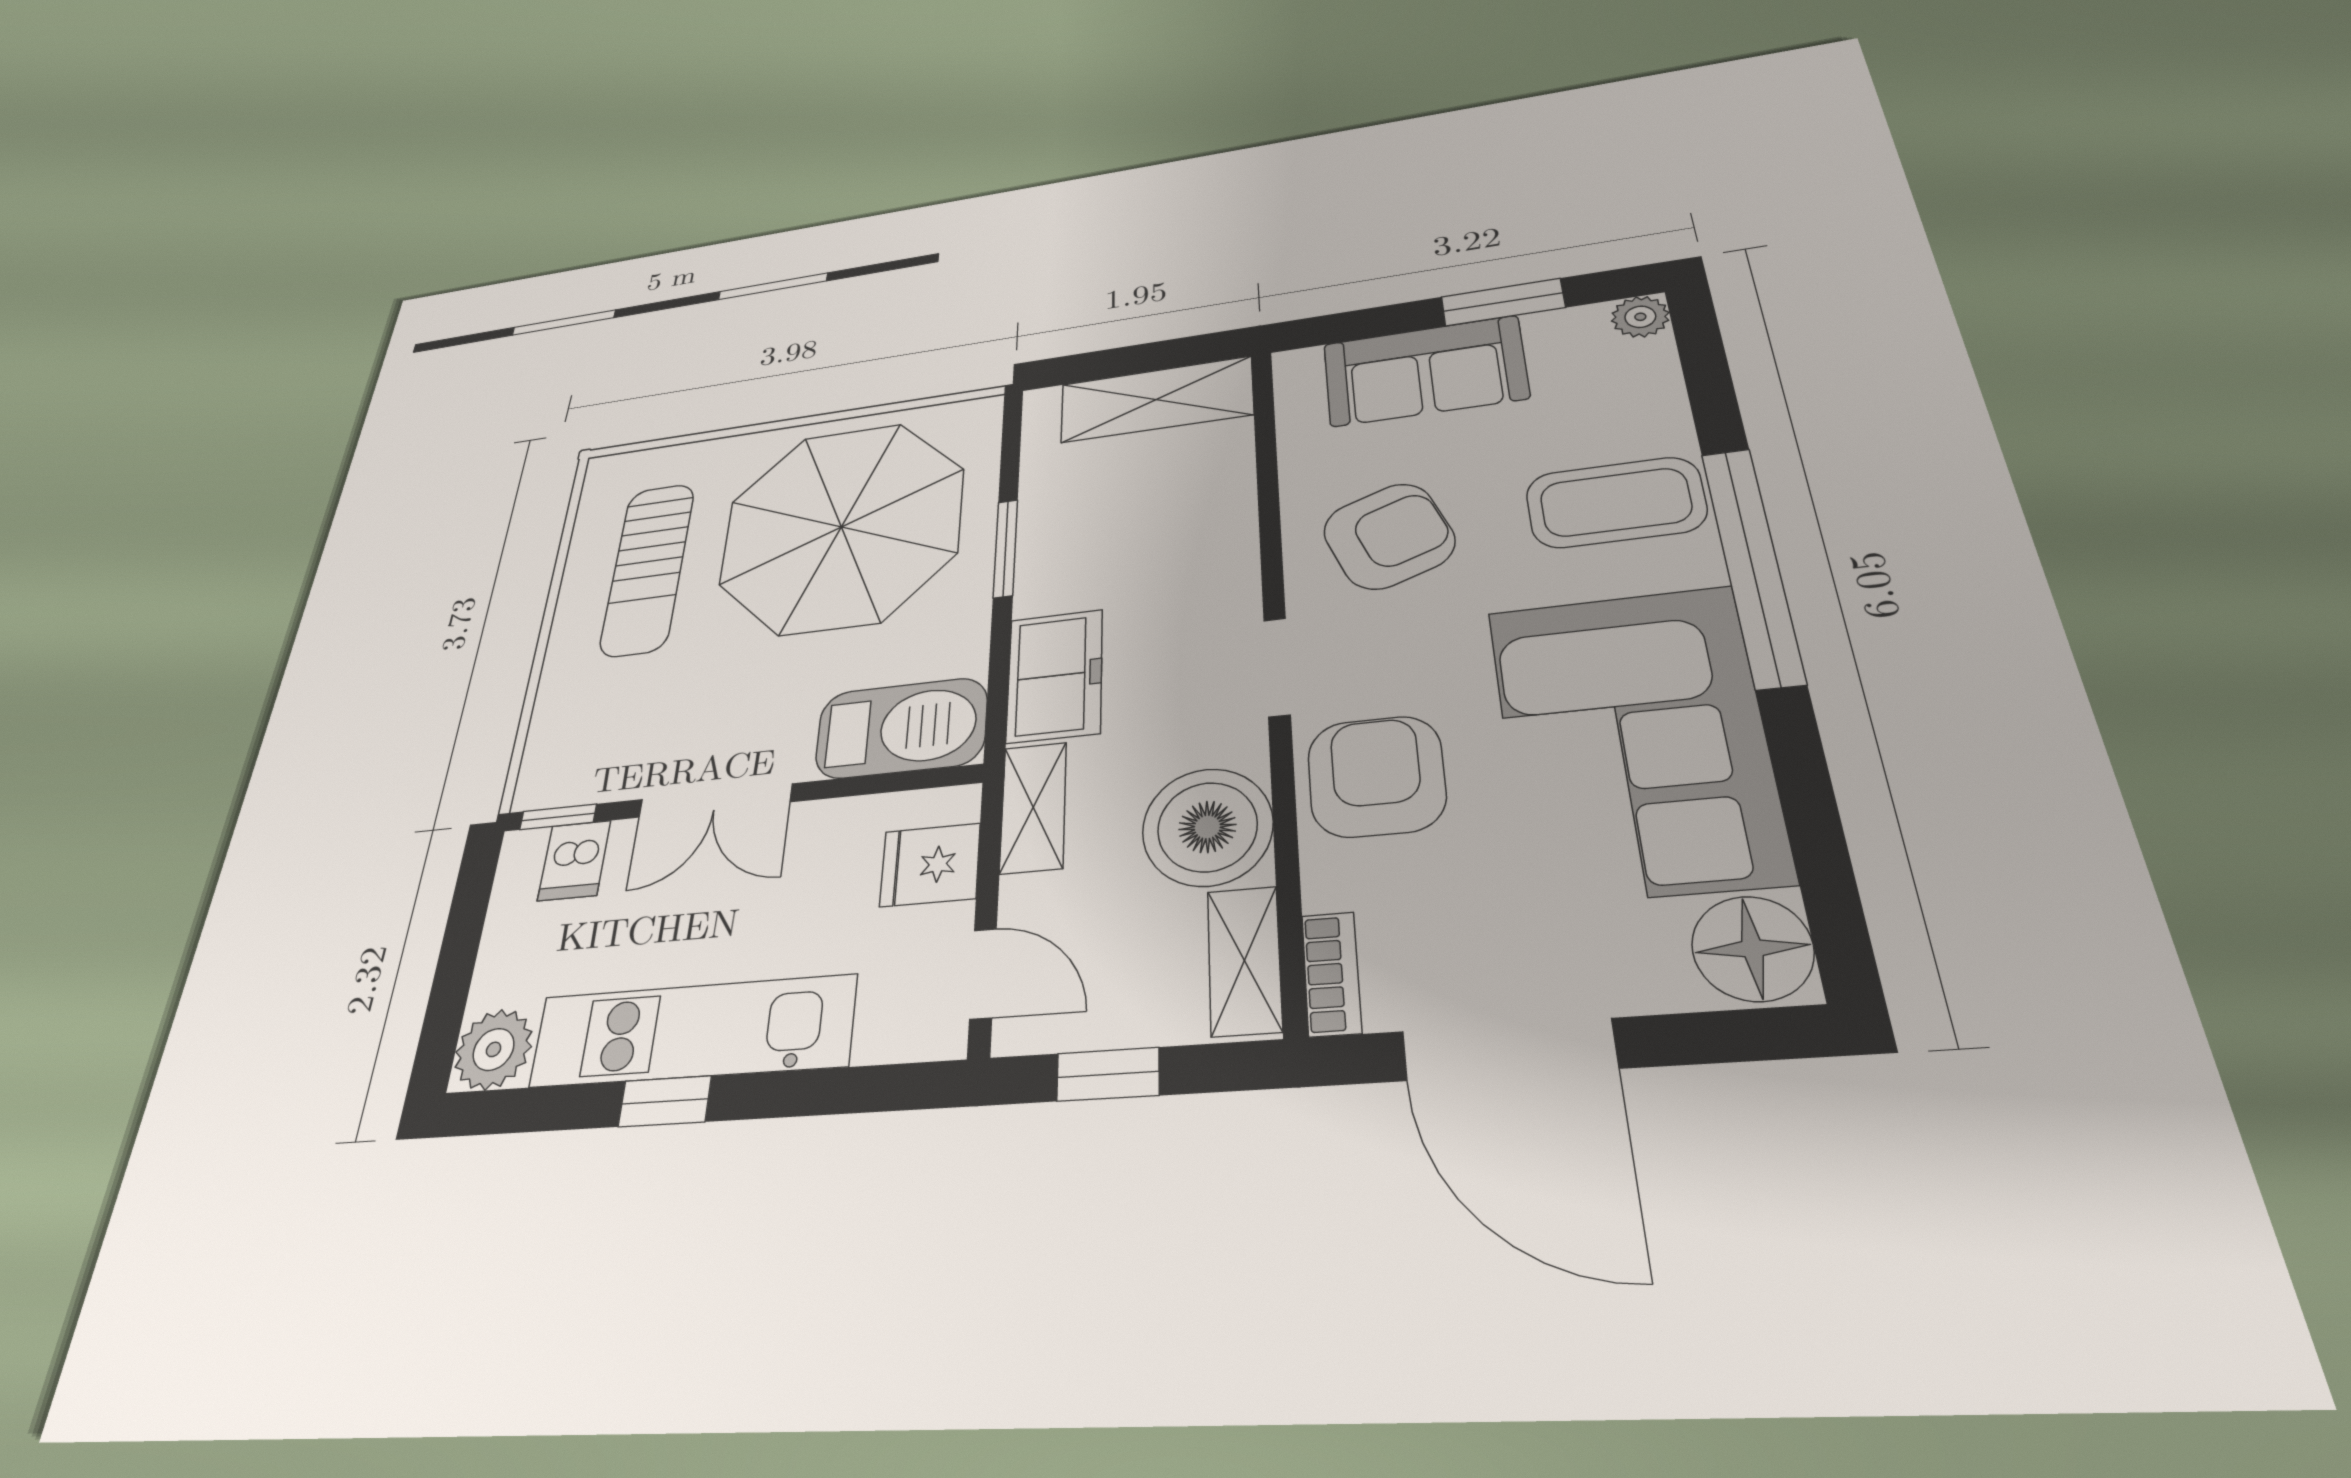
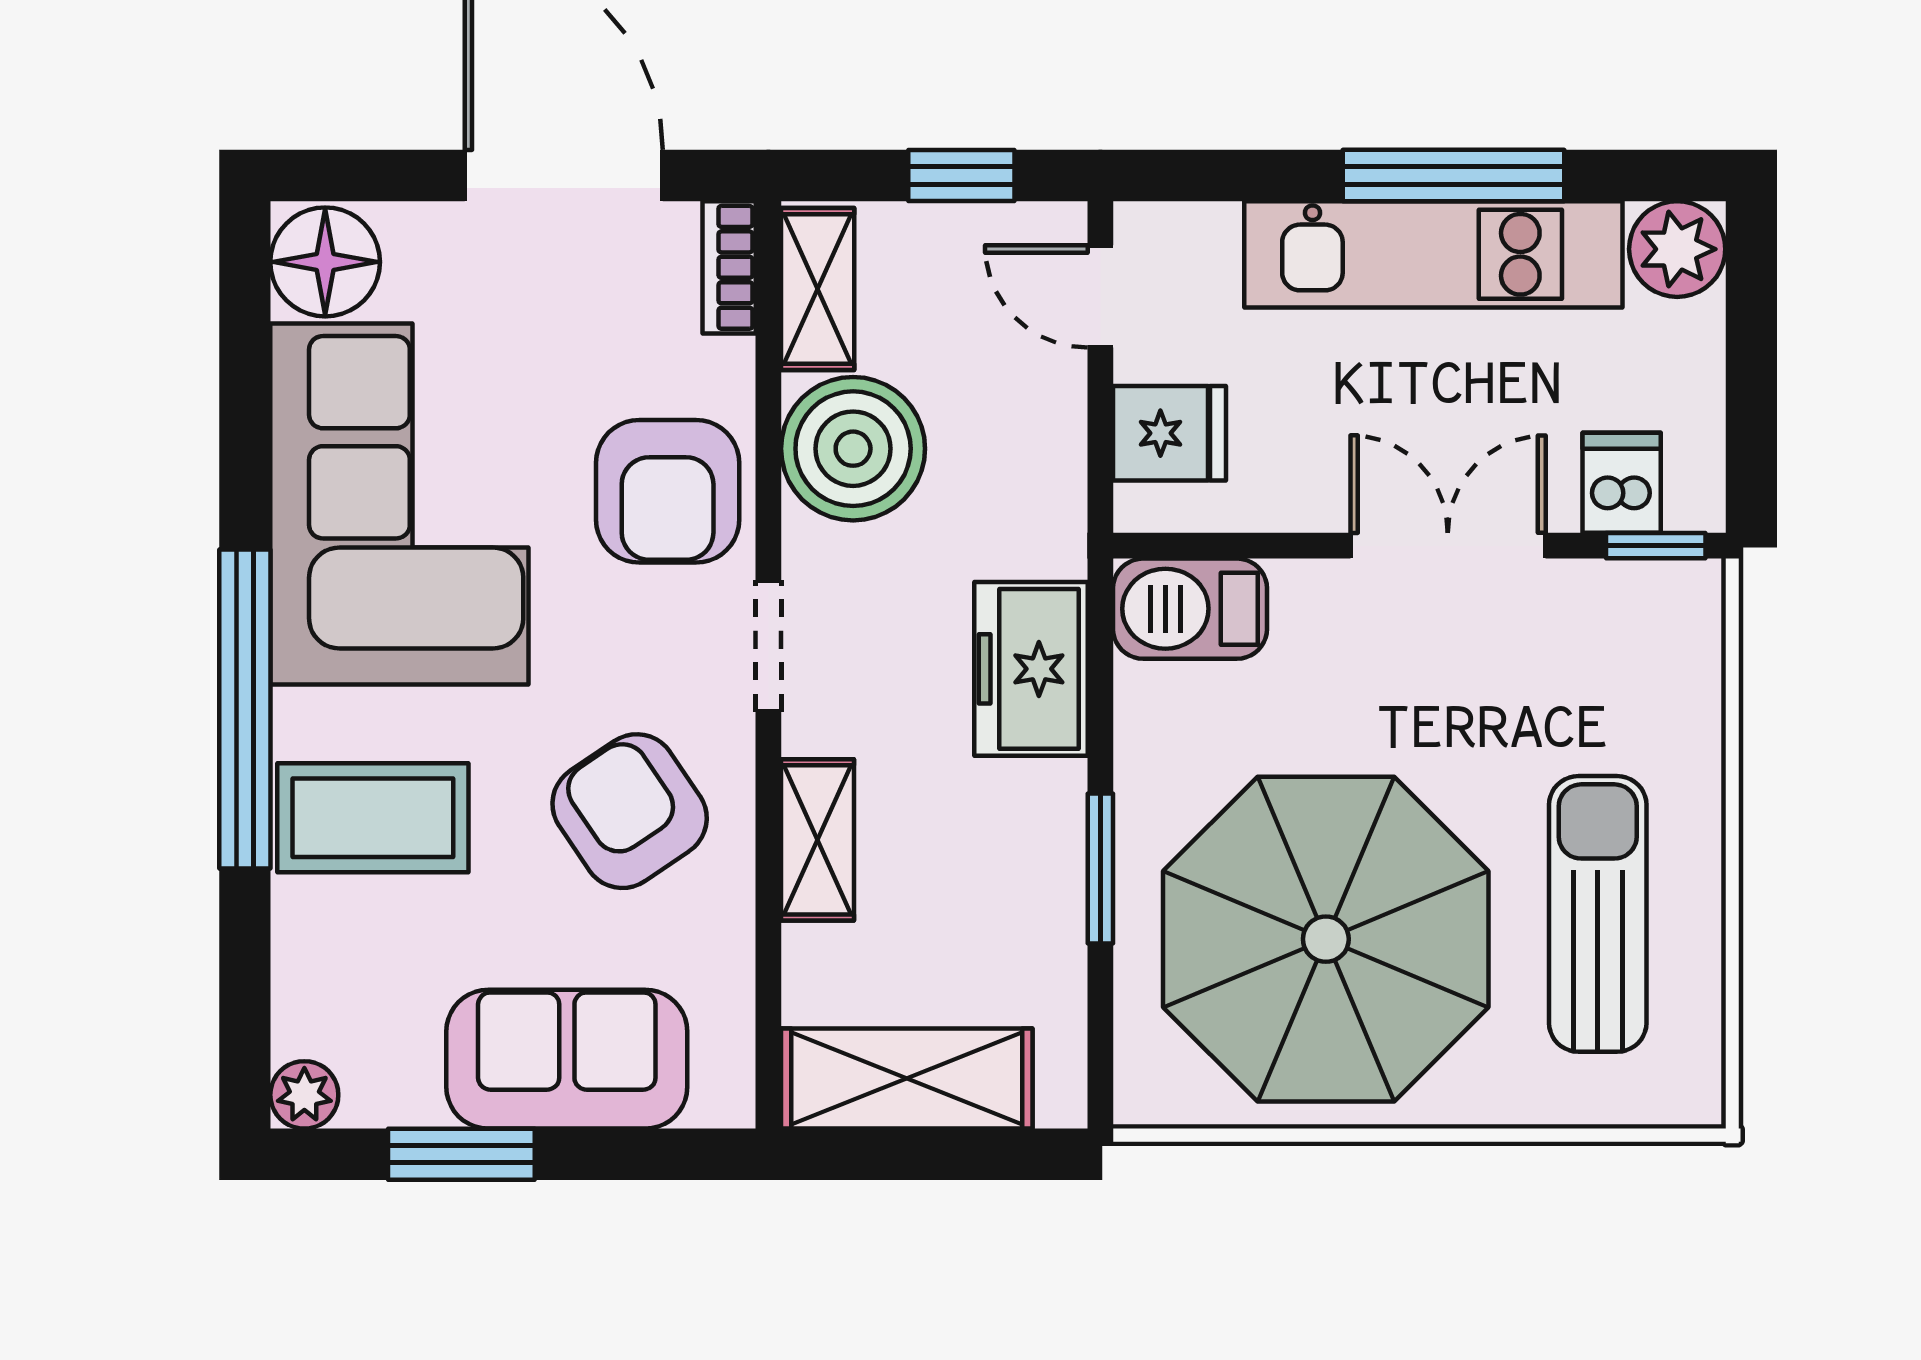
armchair: (1389, 536) -> (630, 811), turned 77
barbecue: (901, 728) -> (1190, 609), width x0.73, depth x0.83
shelving: (1033, 807) -> (818, 840), moved
window: (665, 1101) -> (1453, 175), width x2.17

